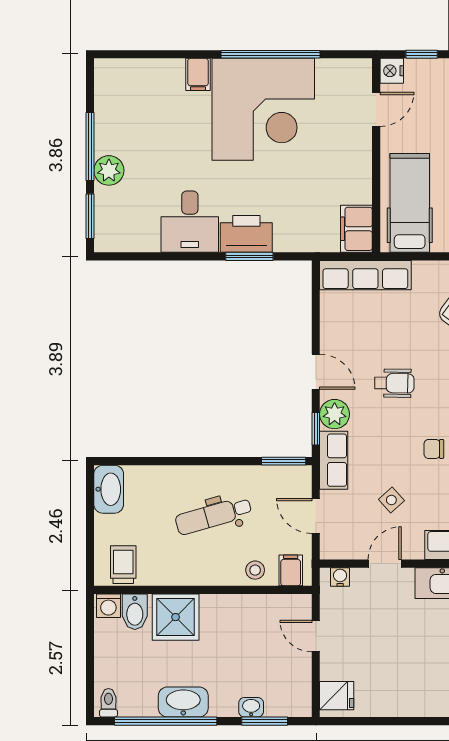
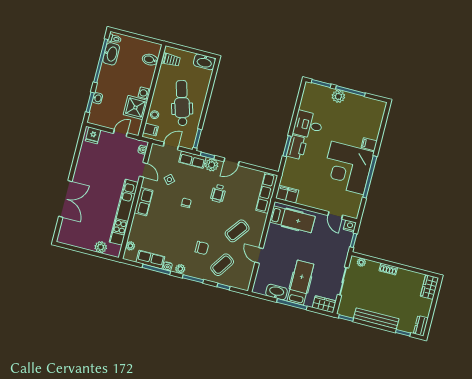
dental chair: (213, 516) -> (182, 103), width x1.36, depth x1.38
washing machine: (108, 606) -> (144, 93), moved
shower: (176, 617) -> (135, 108), moved
washbasin: (183, 702) -> (111, 54), moved

